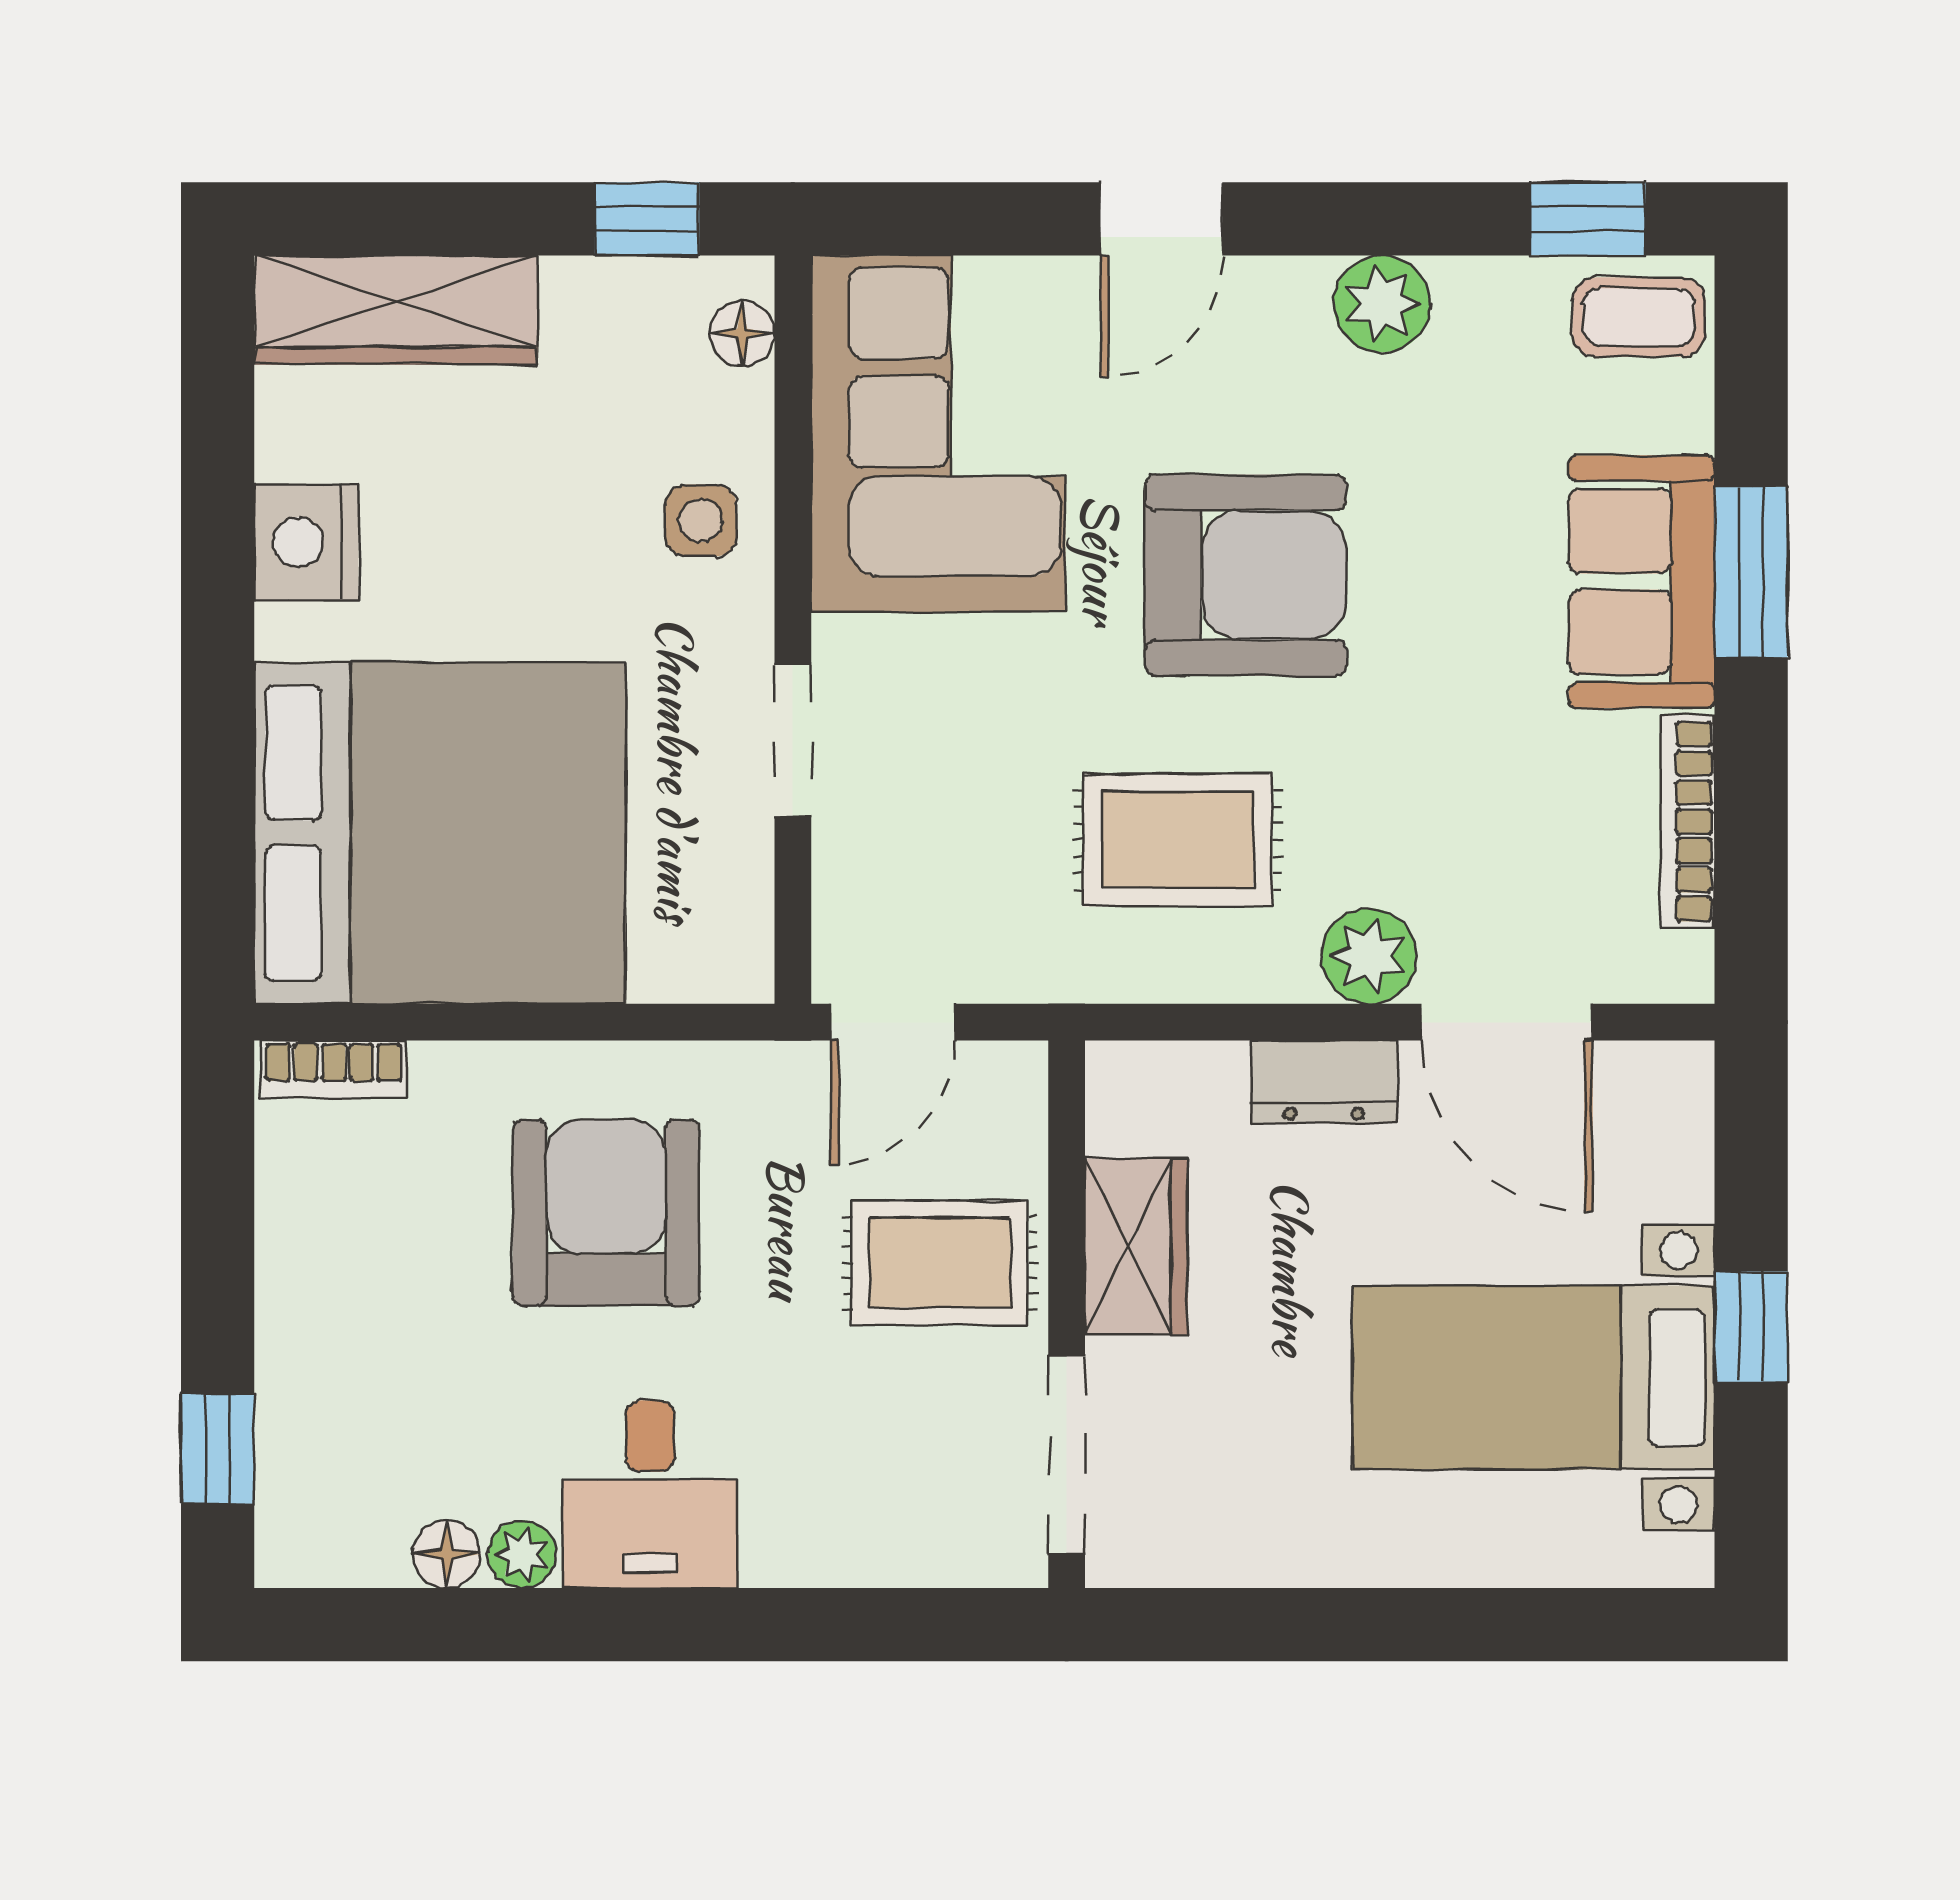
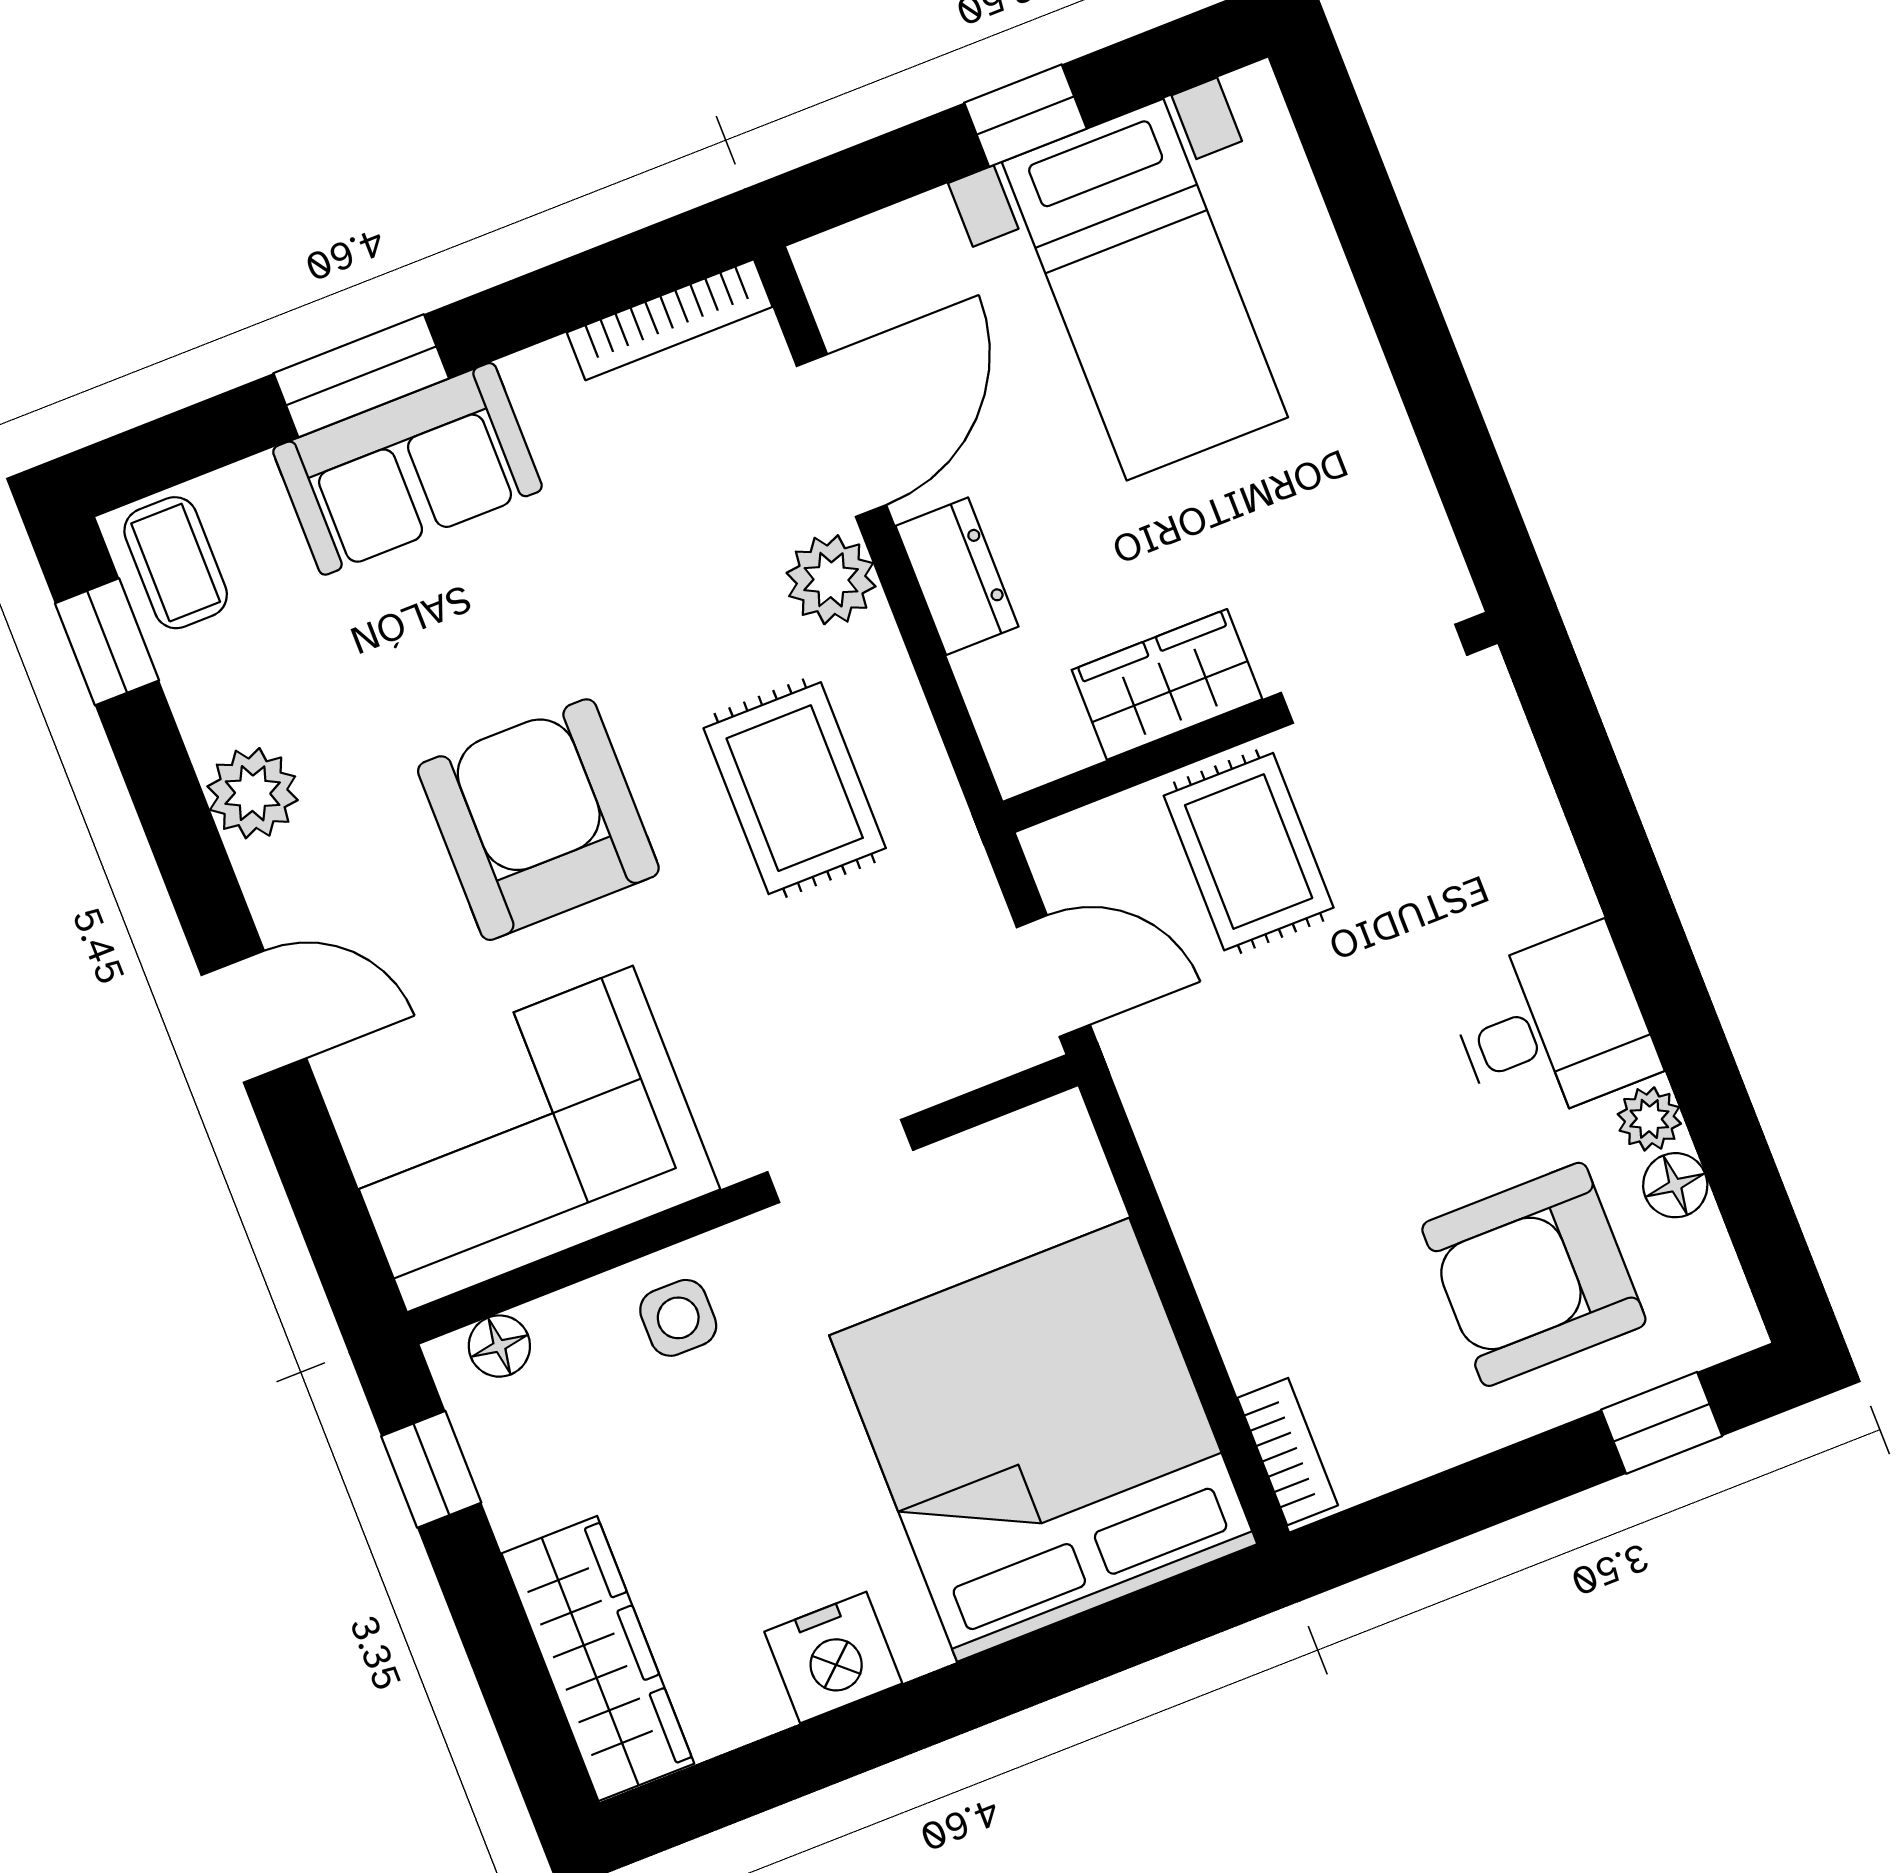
bookcase: (1687, 822) -> (670, 320), moved
armchair: (606, 1213) -> (1534, 1274), moved

